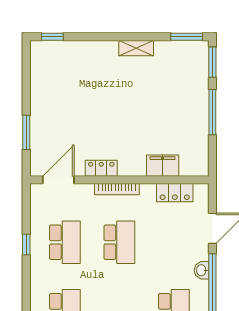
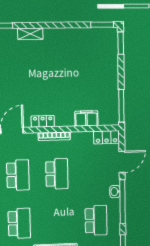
shelving: (136, 48) -> (30, 34), moved
window: (212, 112) -> (121, 106), moved
locker: (175, 193) -> (107, 137), moved

